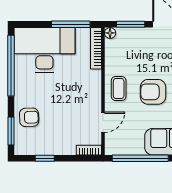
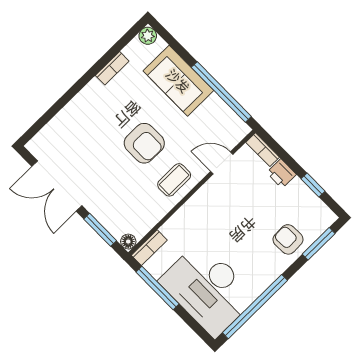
bookcase: (96, 48) -> (149, 248), width x0.64
printer: (67, 148) -> (281, 173), added

